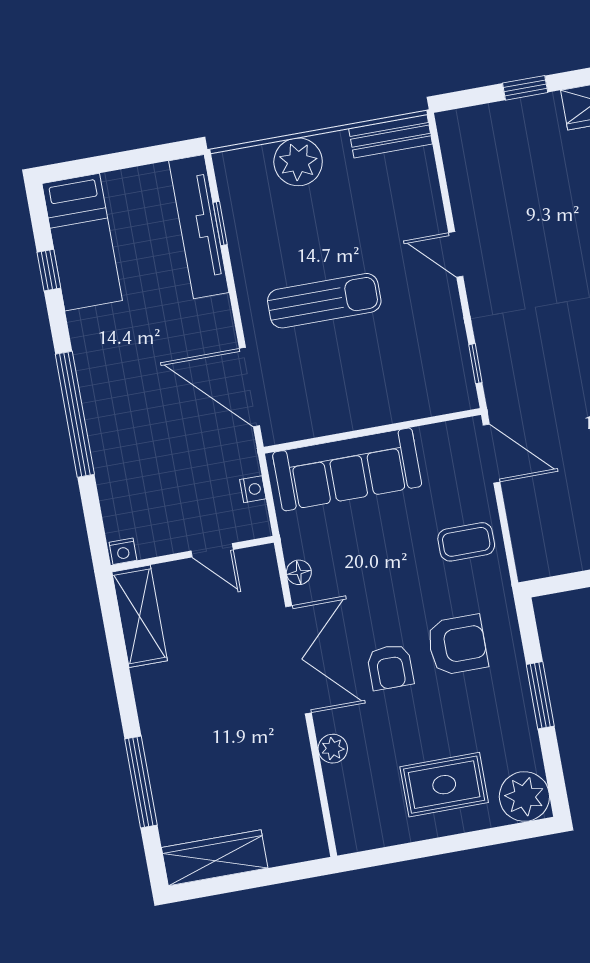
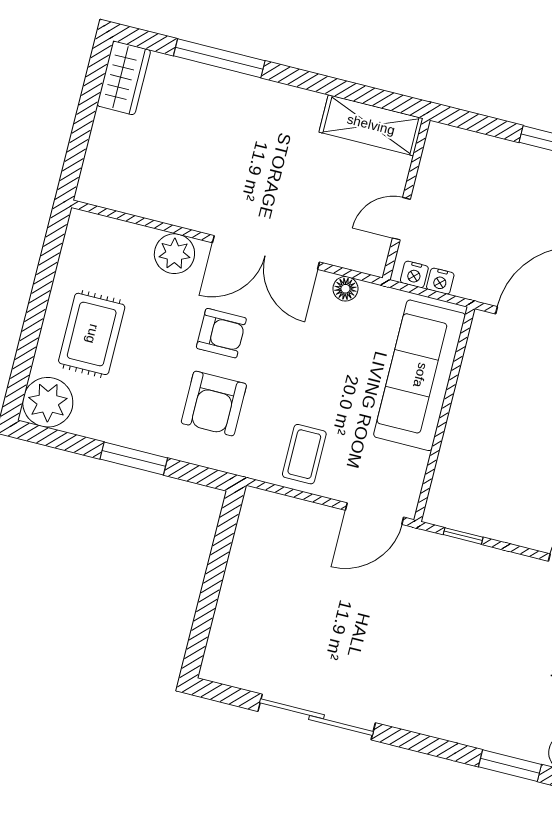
nightstand: (123, 551) -> (414, 274), moved, turned -90
armchair: (390, 667) -> (221, 333), turned 180
plant: (333, 749) -> (174, 254), width x1.38, depth x1.38
wardrobe: (215, 858) -> (124, 78), width x0.67

